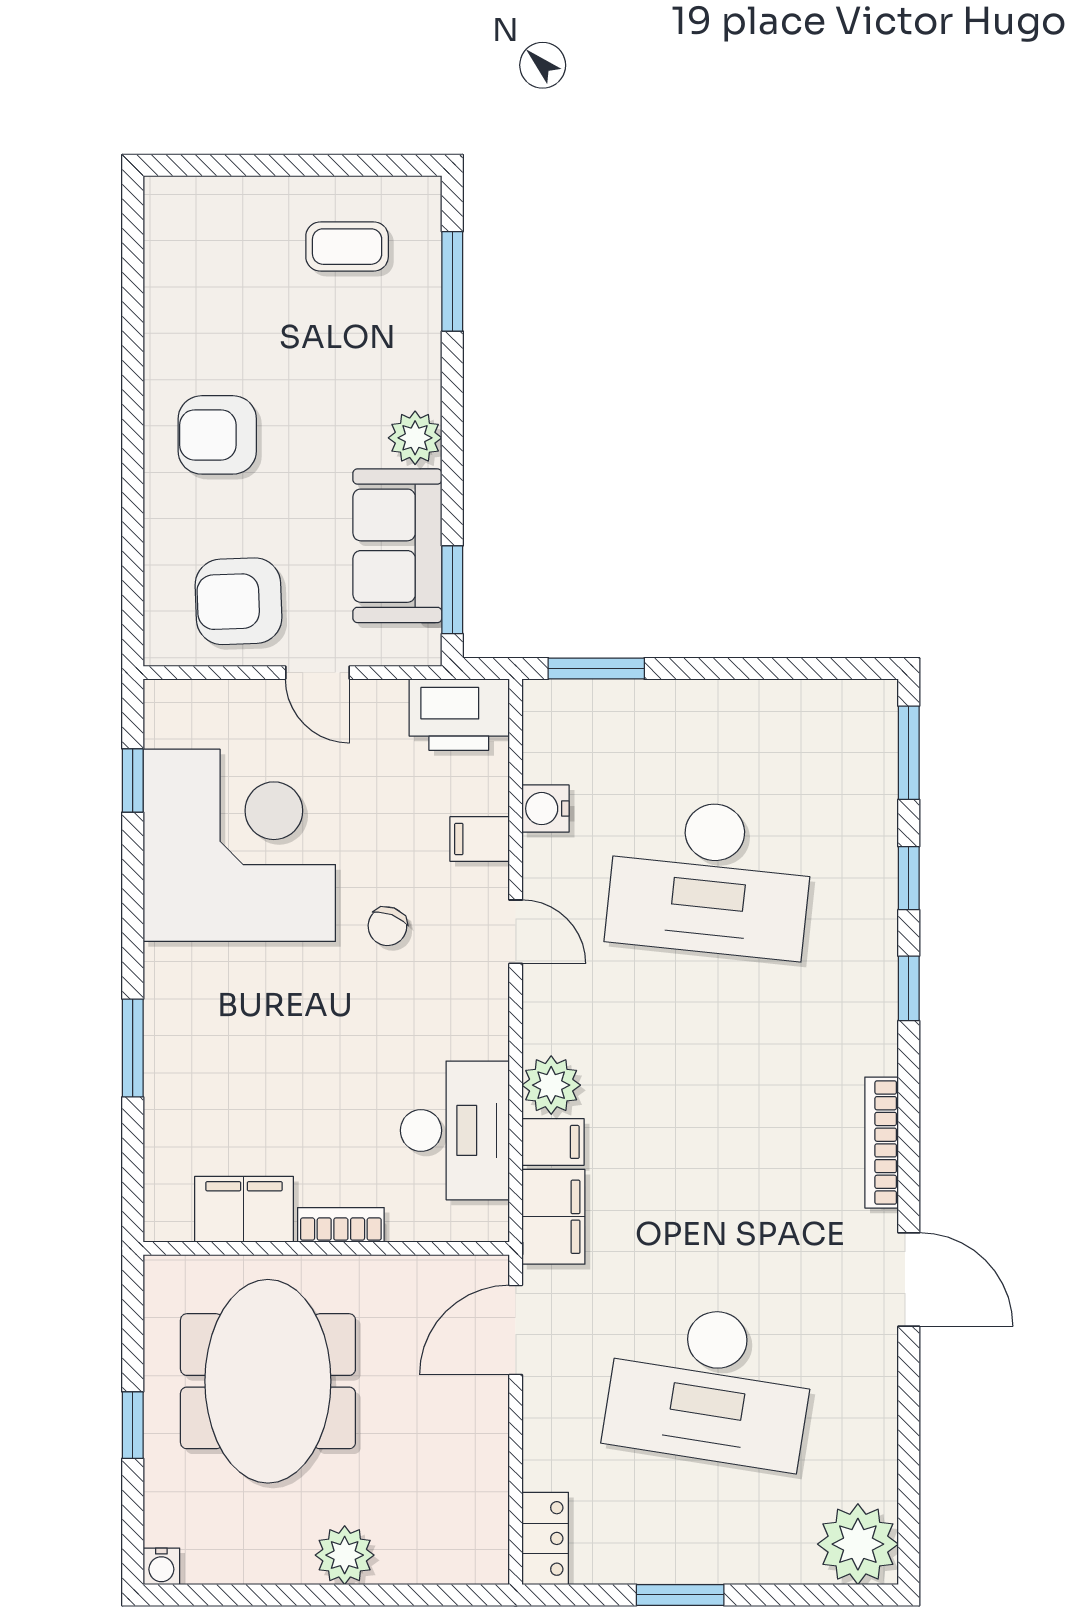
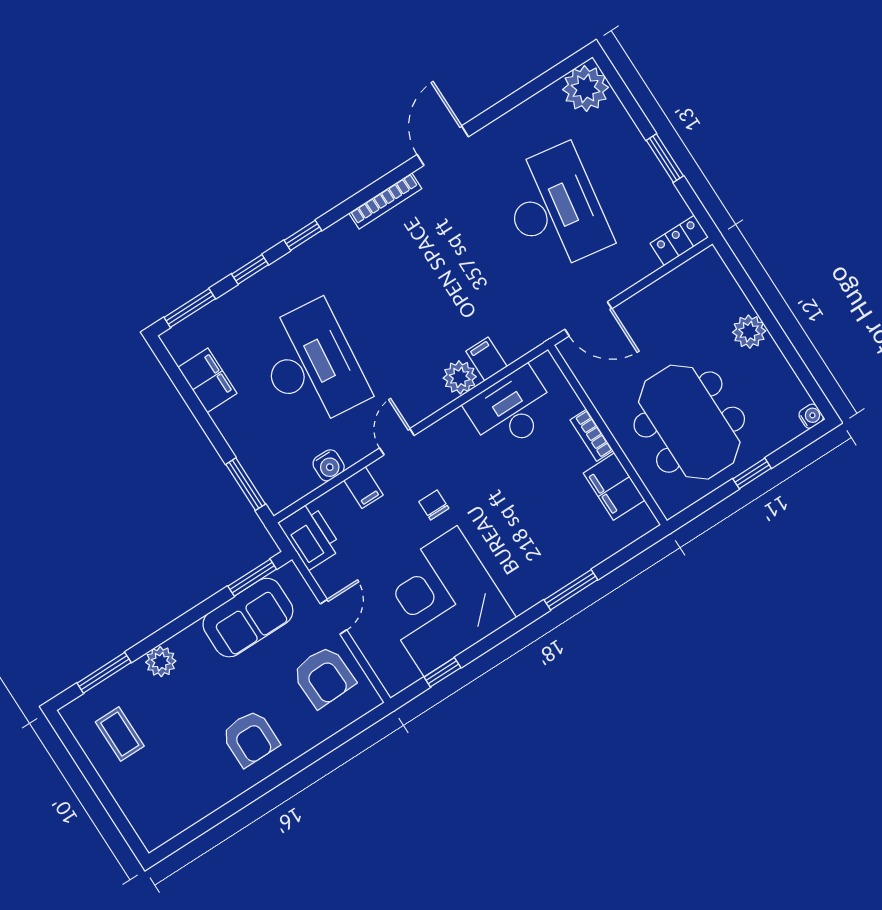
plant: (415, 438) -> (161, 662), moved
chair: (387, 926) -> (434, 505), turned -111
filing cabinet: (553, 1217) -> (207, 380), moved, turned 90
meeting table: (268, 1381) -> (689, 422), turned 90

